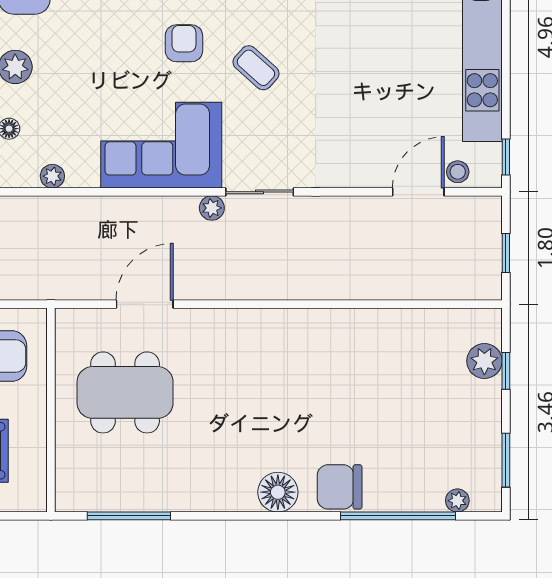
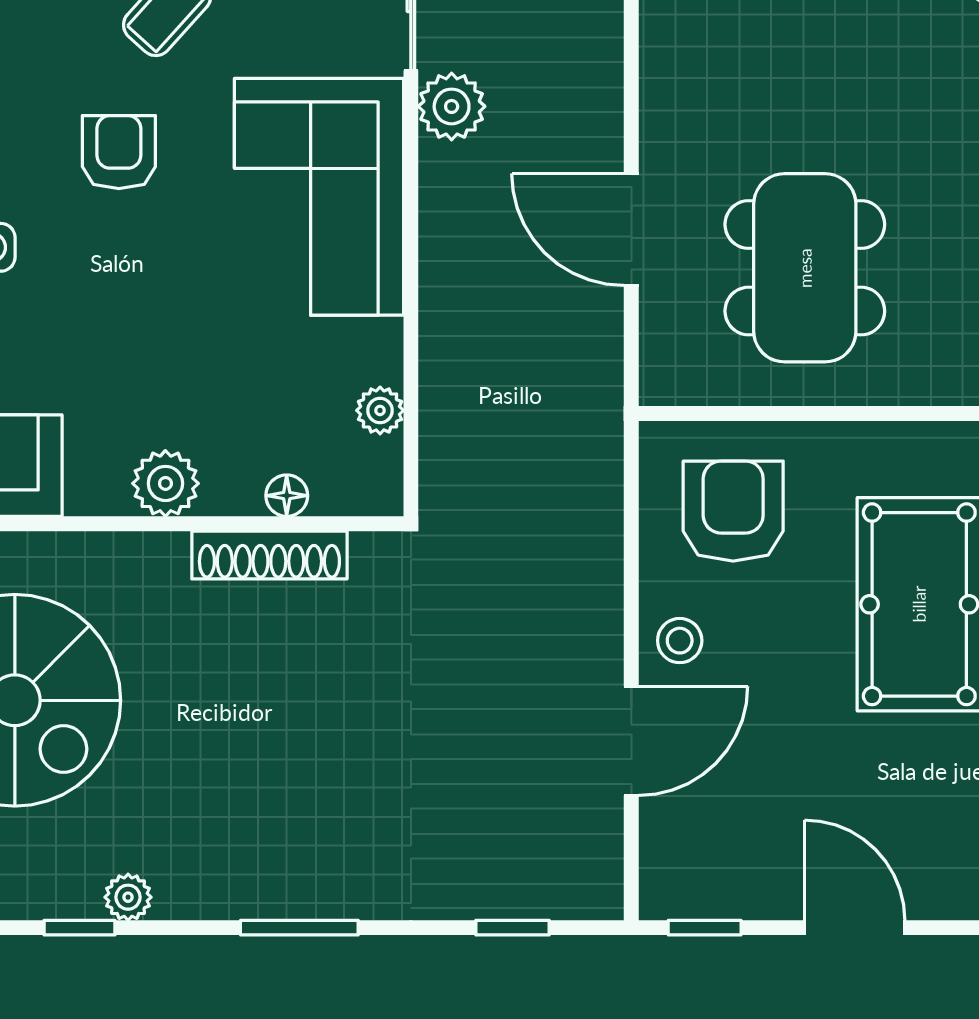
armchair: (184, 43) -> (119, 152), turned 90
plant: (212, 208) -> (452, 106), width x1.38, depth x1.38

